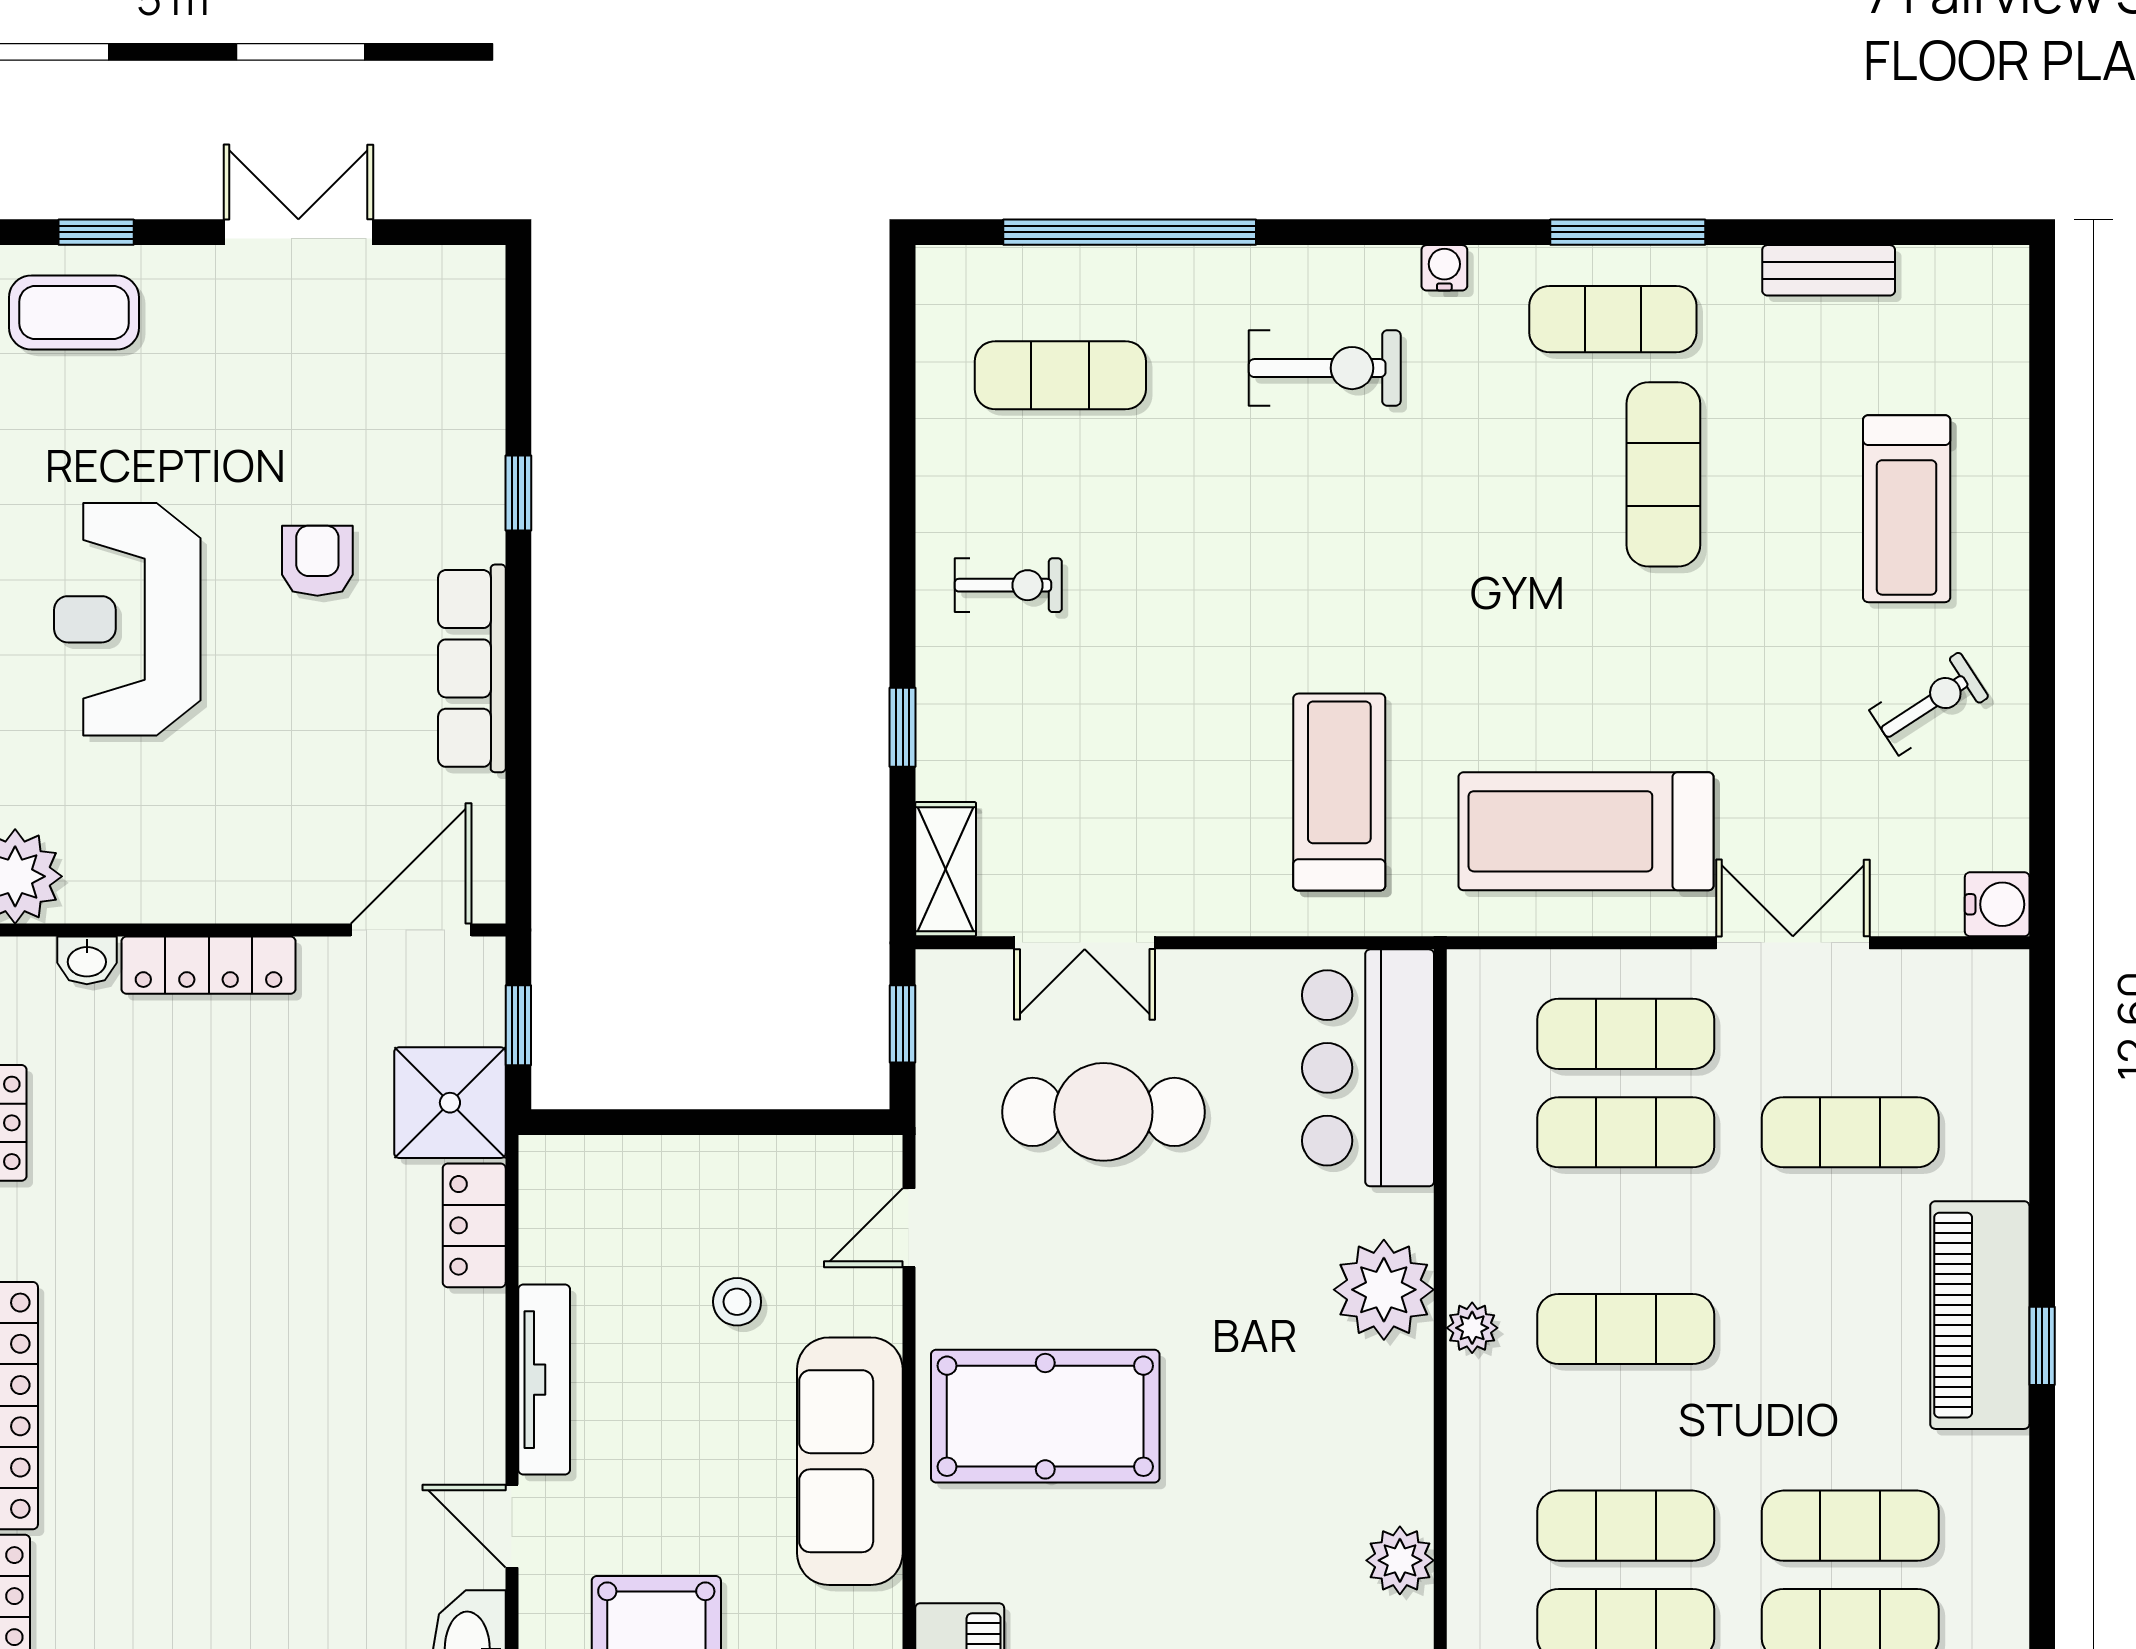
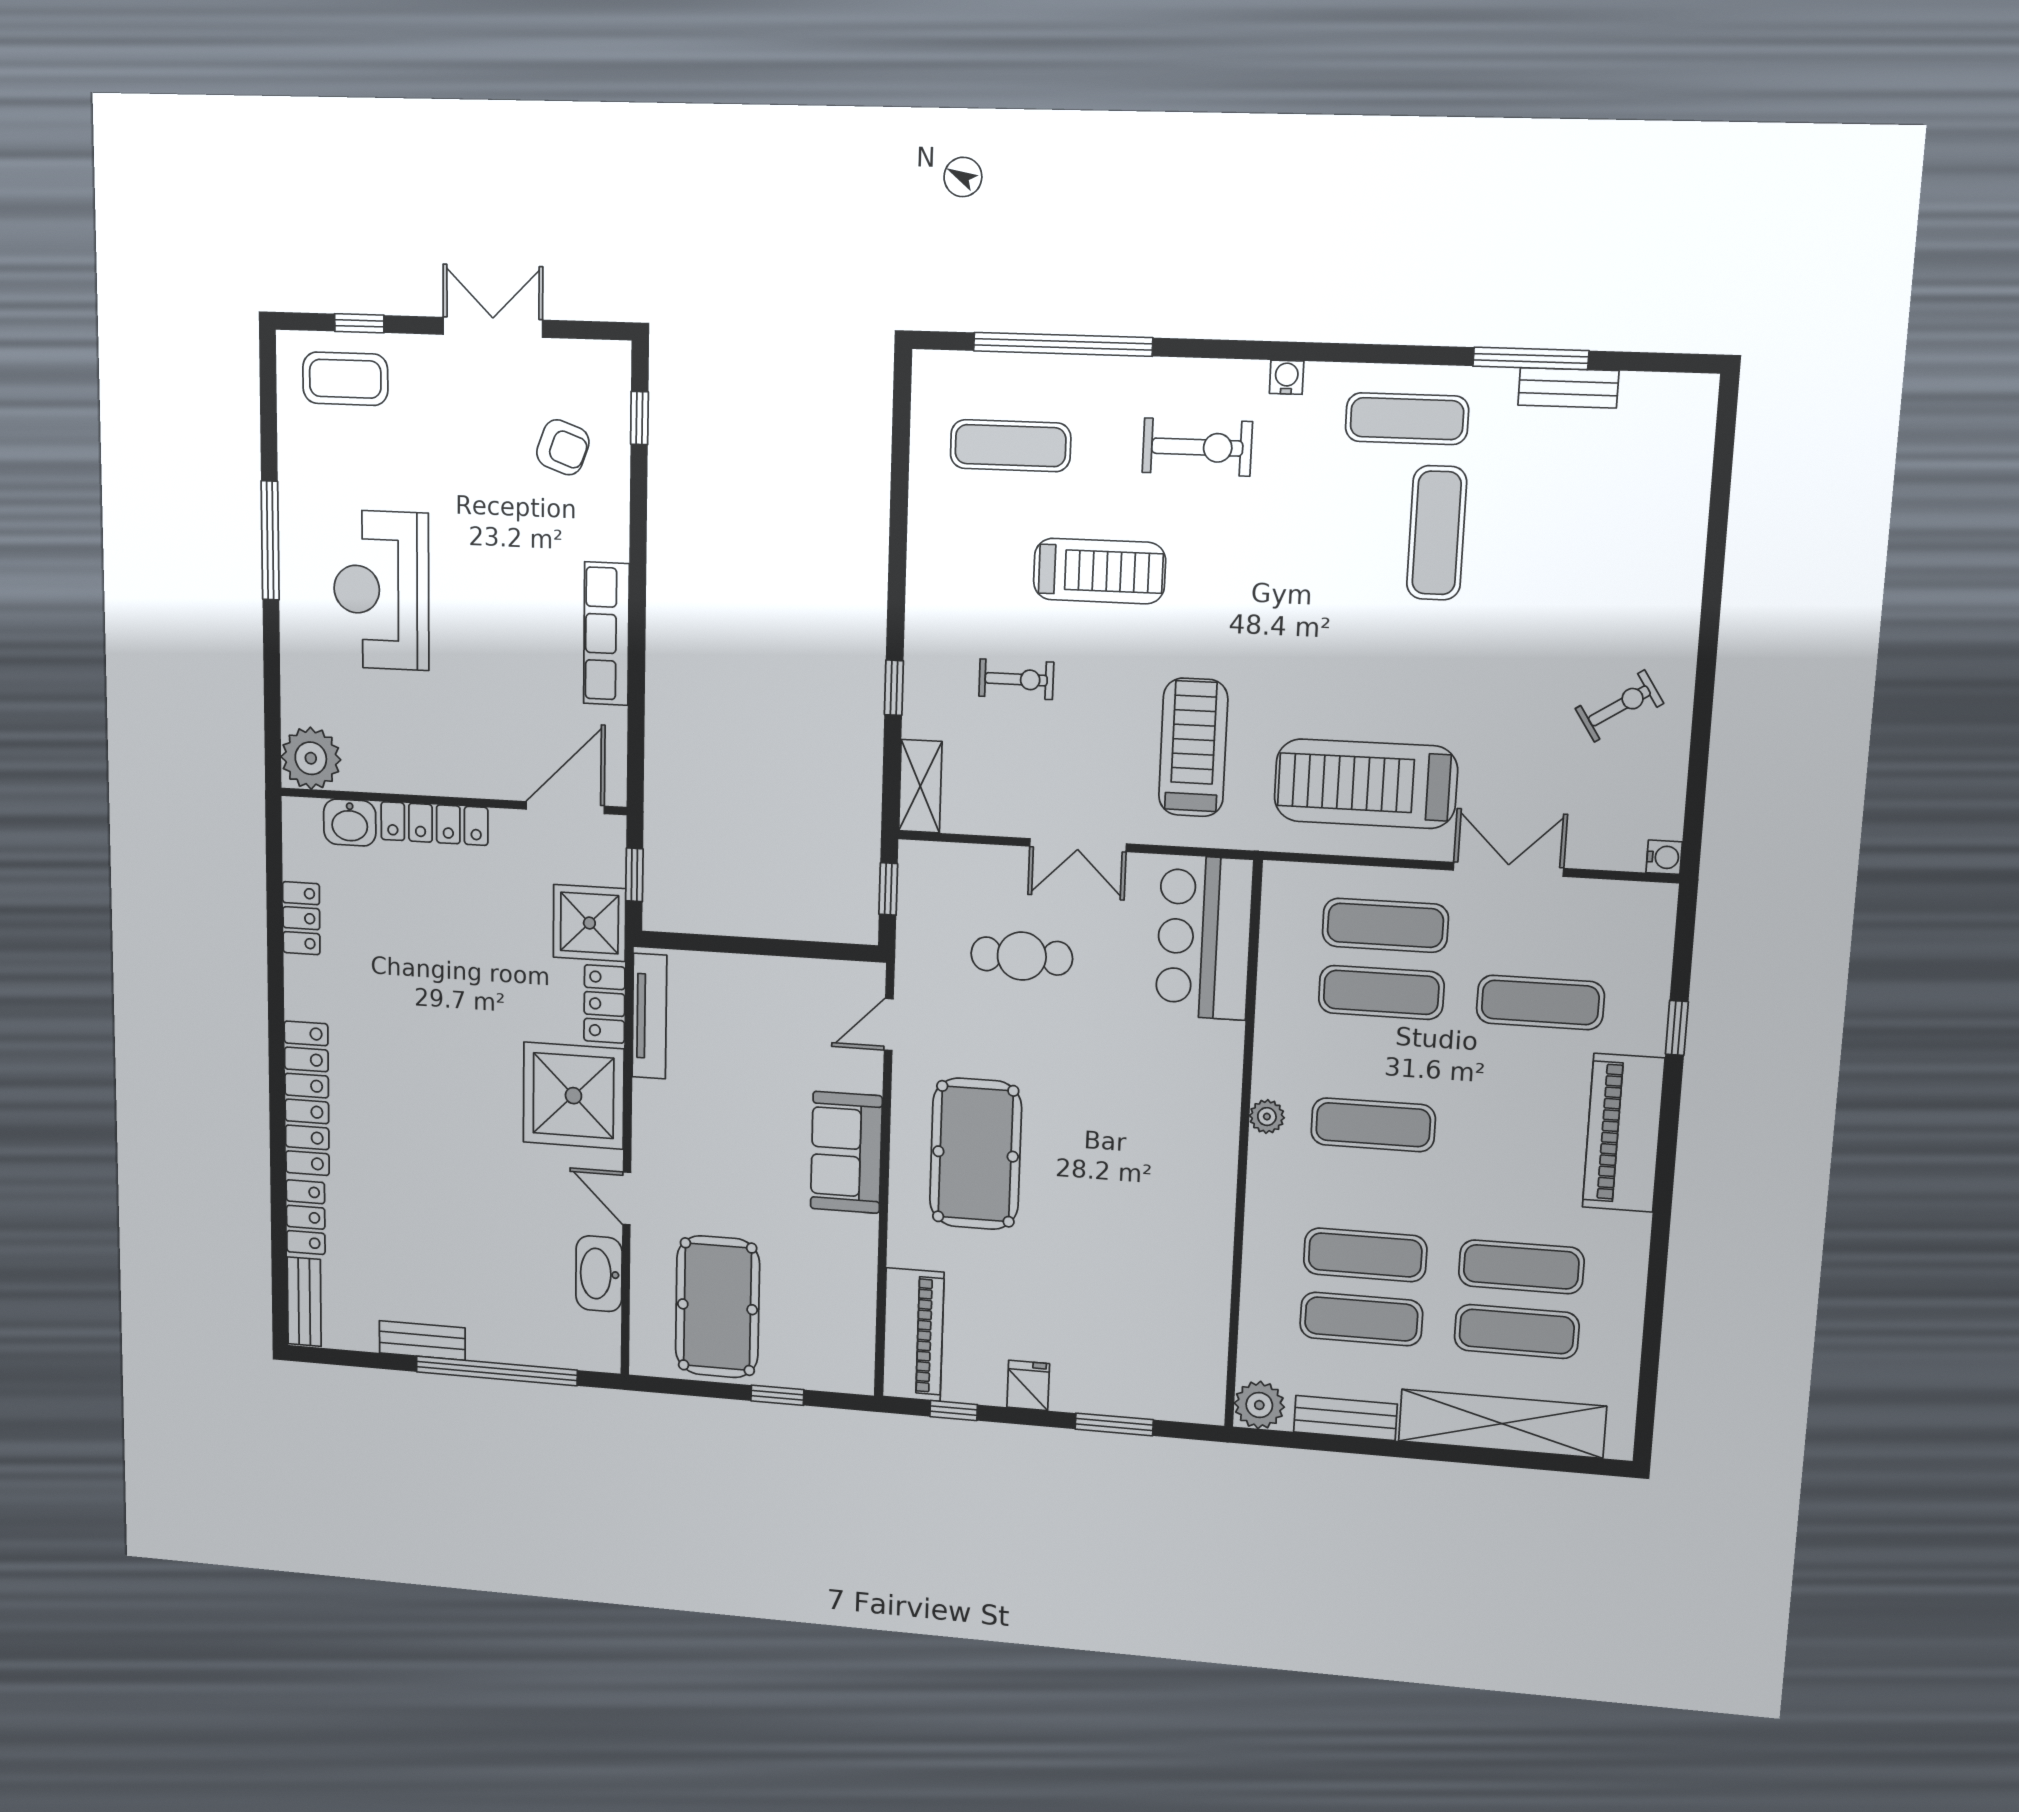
window: (1628, 232) -> (1531, 358), moved
window: (518, 493) -> (639, 418), moved
treadmill: (1907, 509) -> (1099, 571), moved, turned -90
armchair: (317, 561) -> (563, 447), moved, turned 110
exercise bike: (1008, 585) -> (1016, 679), moved
water cooler: (1997, 904) -> (1664, 857), width x0.72, depth x0.72
double door: (1085, 943) -> (1078, 845), moved
washbasin: (87, 960) -> (350, 823), width x1.38, depth x1.45
cafe table: (1103, 1112) -> (1022, 956), width x0.73, depth x0.74
plant: (1384, 1290) -> (1208, 1087), removed
stool: (737, 1302) -> (774, 1065), removed
window: (2042, 1346) -> (1677, 1028), moved
shower: (427, 1371) -> (573, 1096), added
tv unit: (544, 1380) -> (649, 1016), moved
pool table: (1045, 1416) -> (975, 1154), turned 90
sofa: (850, 1461) -> (846, 1152), width x0.73
plant: (1400, 1560) -> (1210, 1266), removed

